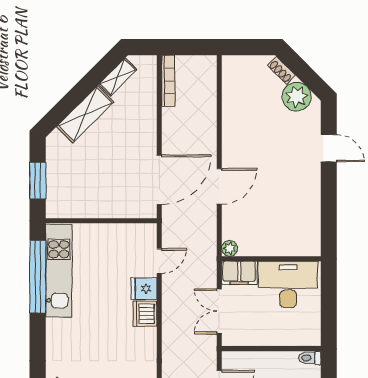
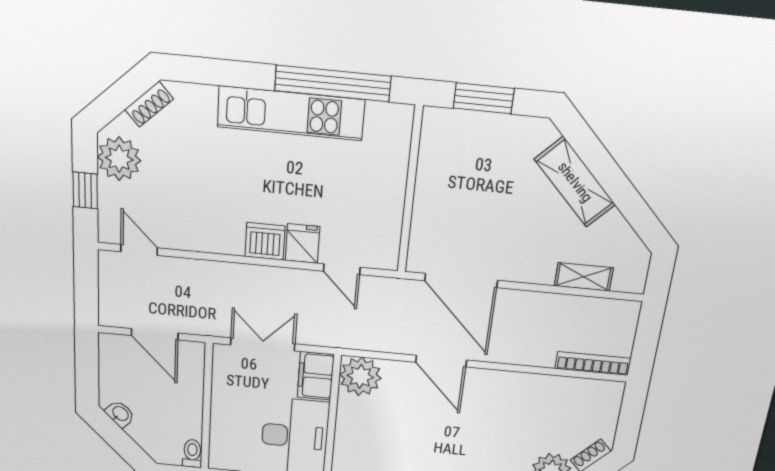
shelving: (118, 77) -> (584, 277), moved, turned -45
bookcase: (168, 81) -> (593, 363), moved, turned 180
plant: (230, 248) -> (360, 376), width x1.88, depth x1.88
kitchen unit: (59, 271) -> (291, 113), moved

